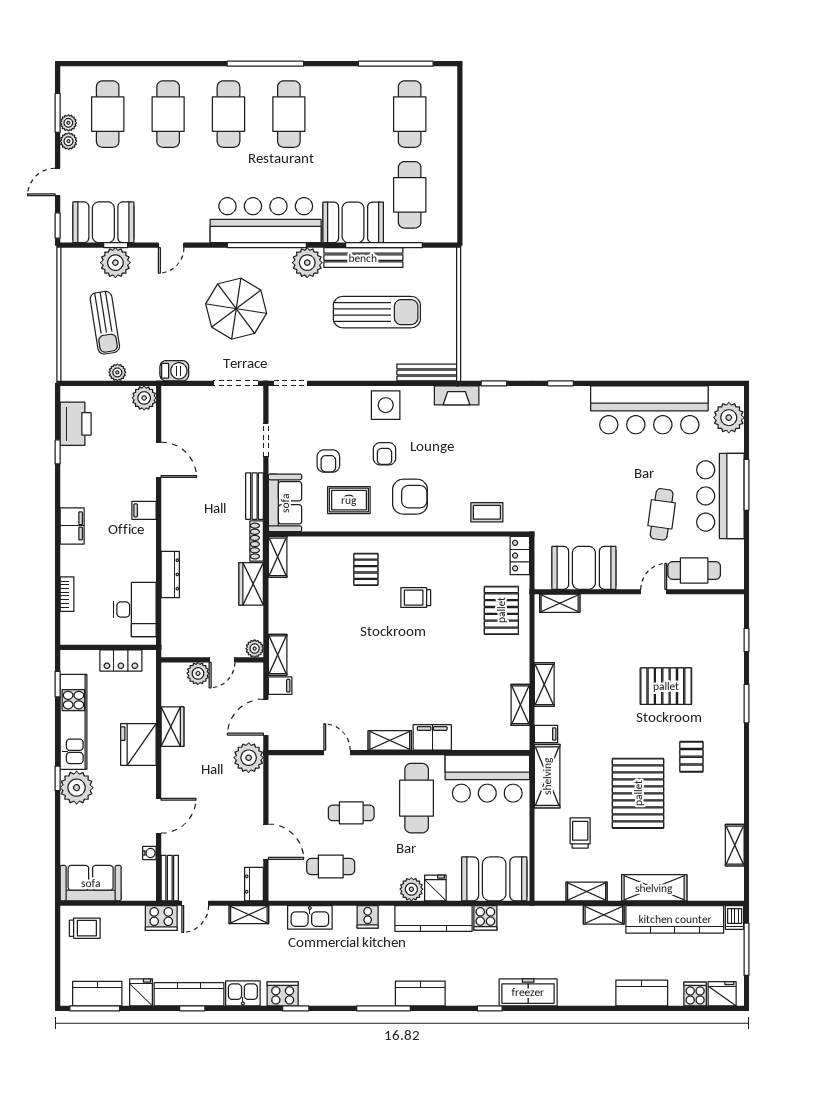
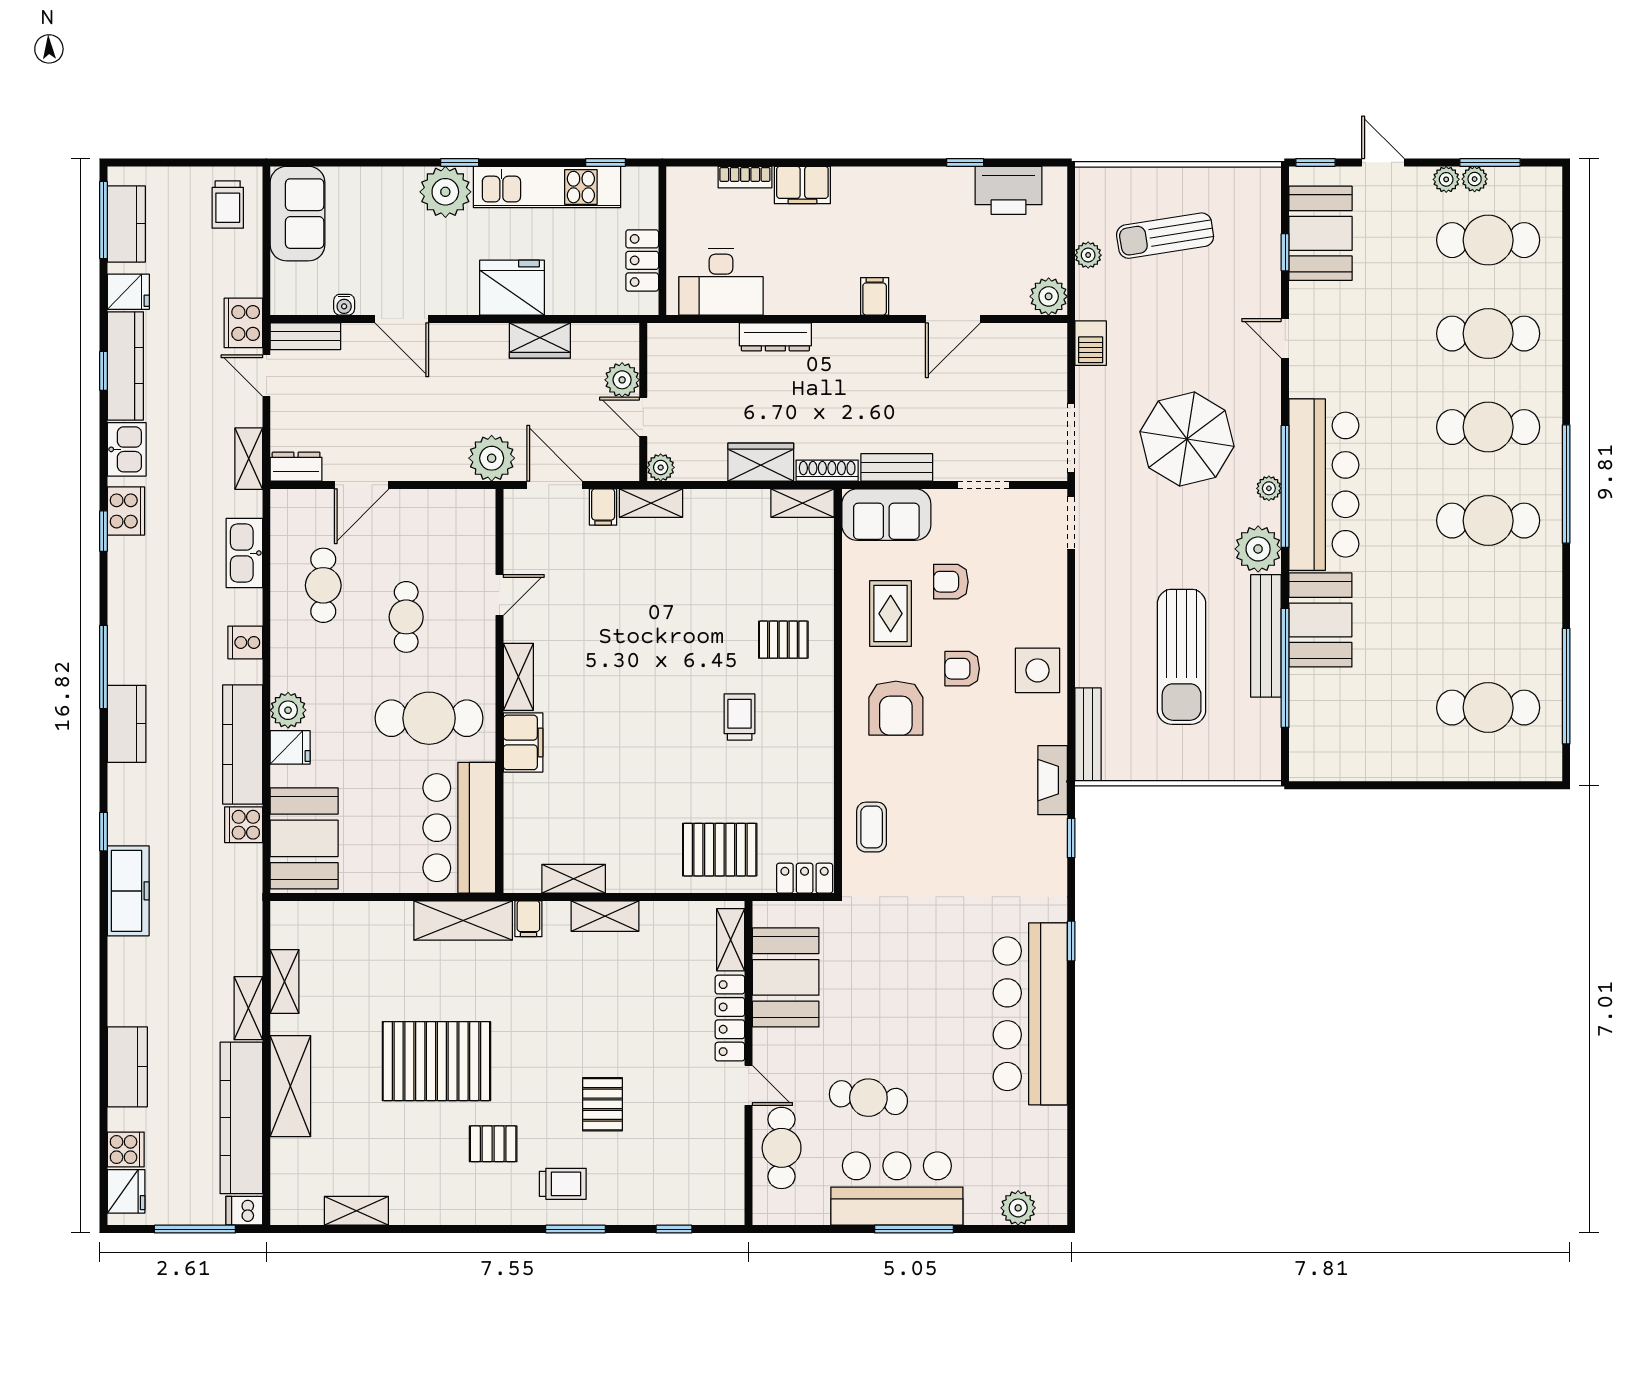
cafe table: (410, 195) -> (1363, 708), removed
plant: (115, 263) -> (1269, 488), moved, width x0.53, depth x0.53
bar counter: (649, 410) -> (1030, 1014), moved
plant: (729, 418) -> (1018, 1208), width x0.73, depth x0.73
filing cabinet: (72, 526) -> (802, 185), moved
locker: (610, 604) -> (730, 1018), added
pallet: (666, 686) -> (603, 1104), width x0.67, depth x0.71
trolley: (580, 833) -> (563, 1184), moved

